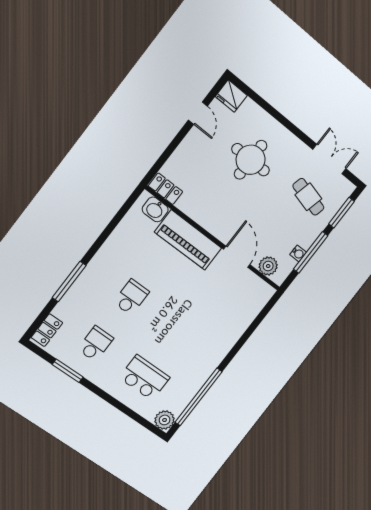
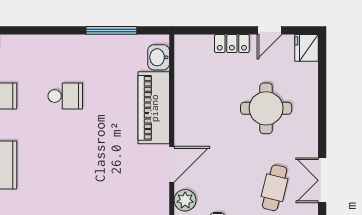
double door: (329, 159) -> (322, 180), swing flipped
locker: (166, 189) -> (232, 44), moved, turned 90
window: (69, 282) -> (111, 30), moved

